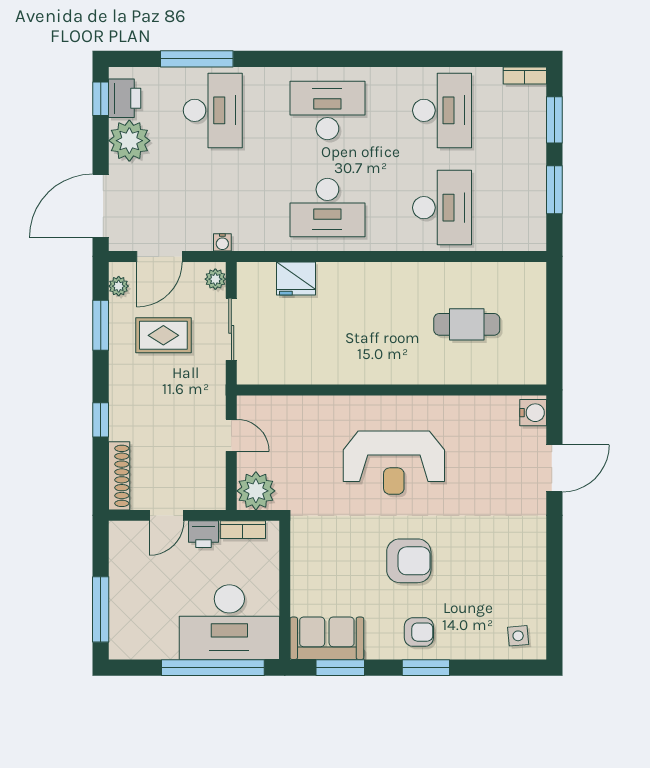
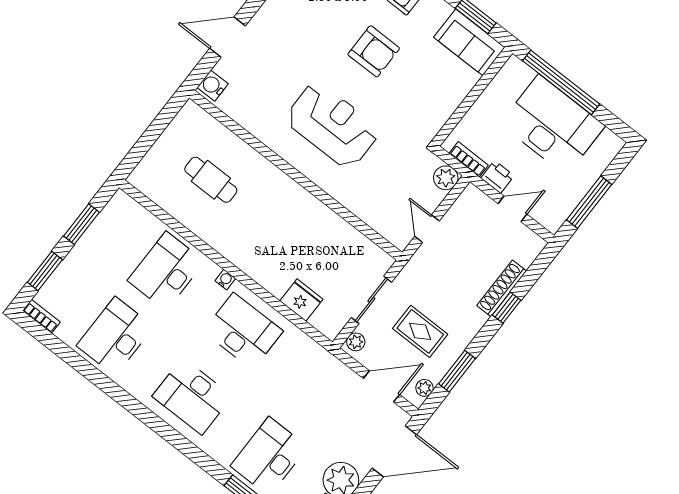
water cooler: (222, 242) -> (225, 280), moved
shoe rack: (119, 476) -> (502, 288), moved
plant: (256, 491) -> (446, 178), width x0.73, depth x0.73
armchair: (409, 561) -> (374, 51), turned 180
window: (101, 609) -> (589, 202), moved
desk: (229, 622) -> (552, 125), moved

